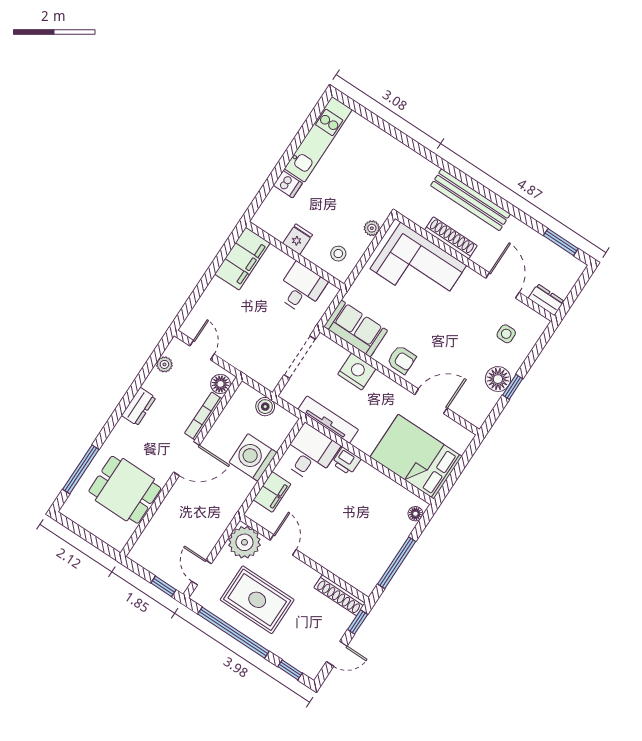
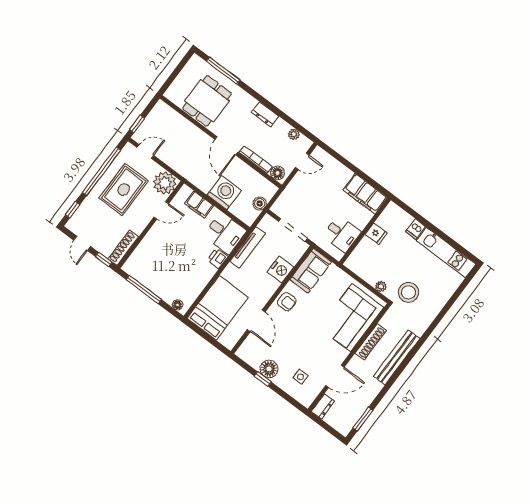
stool: (338, 254) -> (409, 292), moved, width x1.89, depth x1.89
armchair: (401, 360) -> (287, 302), turned -90

